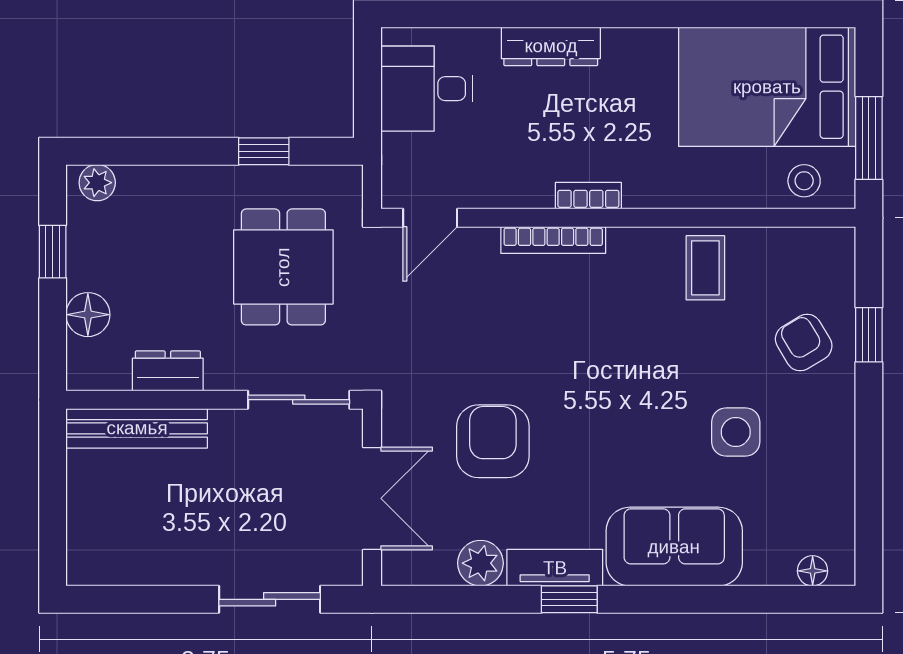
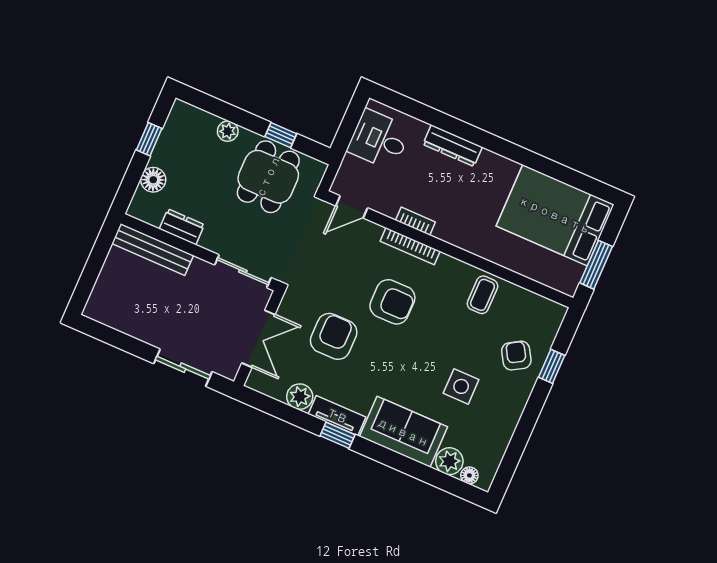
stool: (804, 181) -> (553, 272), removed
plant: (97, 183) -> (228, 131), moved
bookcase: (588, 196) -> (415, 221), moved
dining table: (283, 267) -> (268, 177), moved
armchair: (564, 343) -> (392, 302), added
plant: (770, 562) -> (449, 461), added

